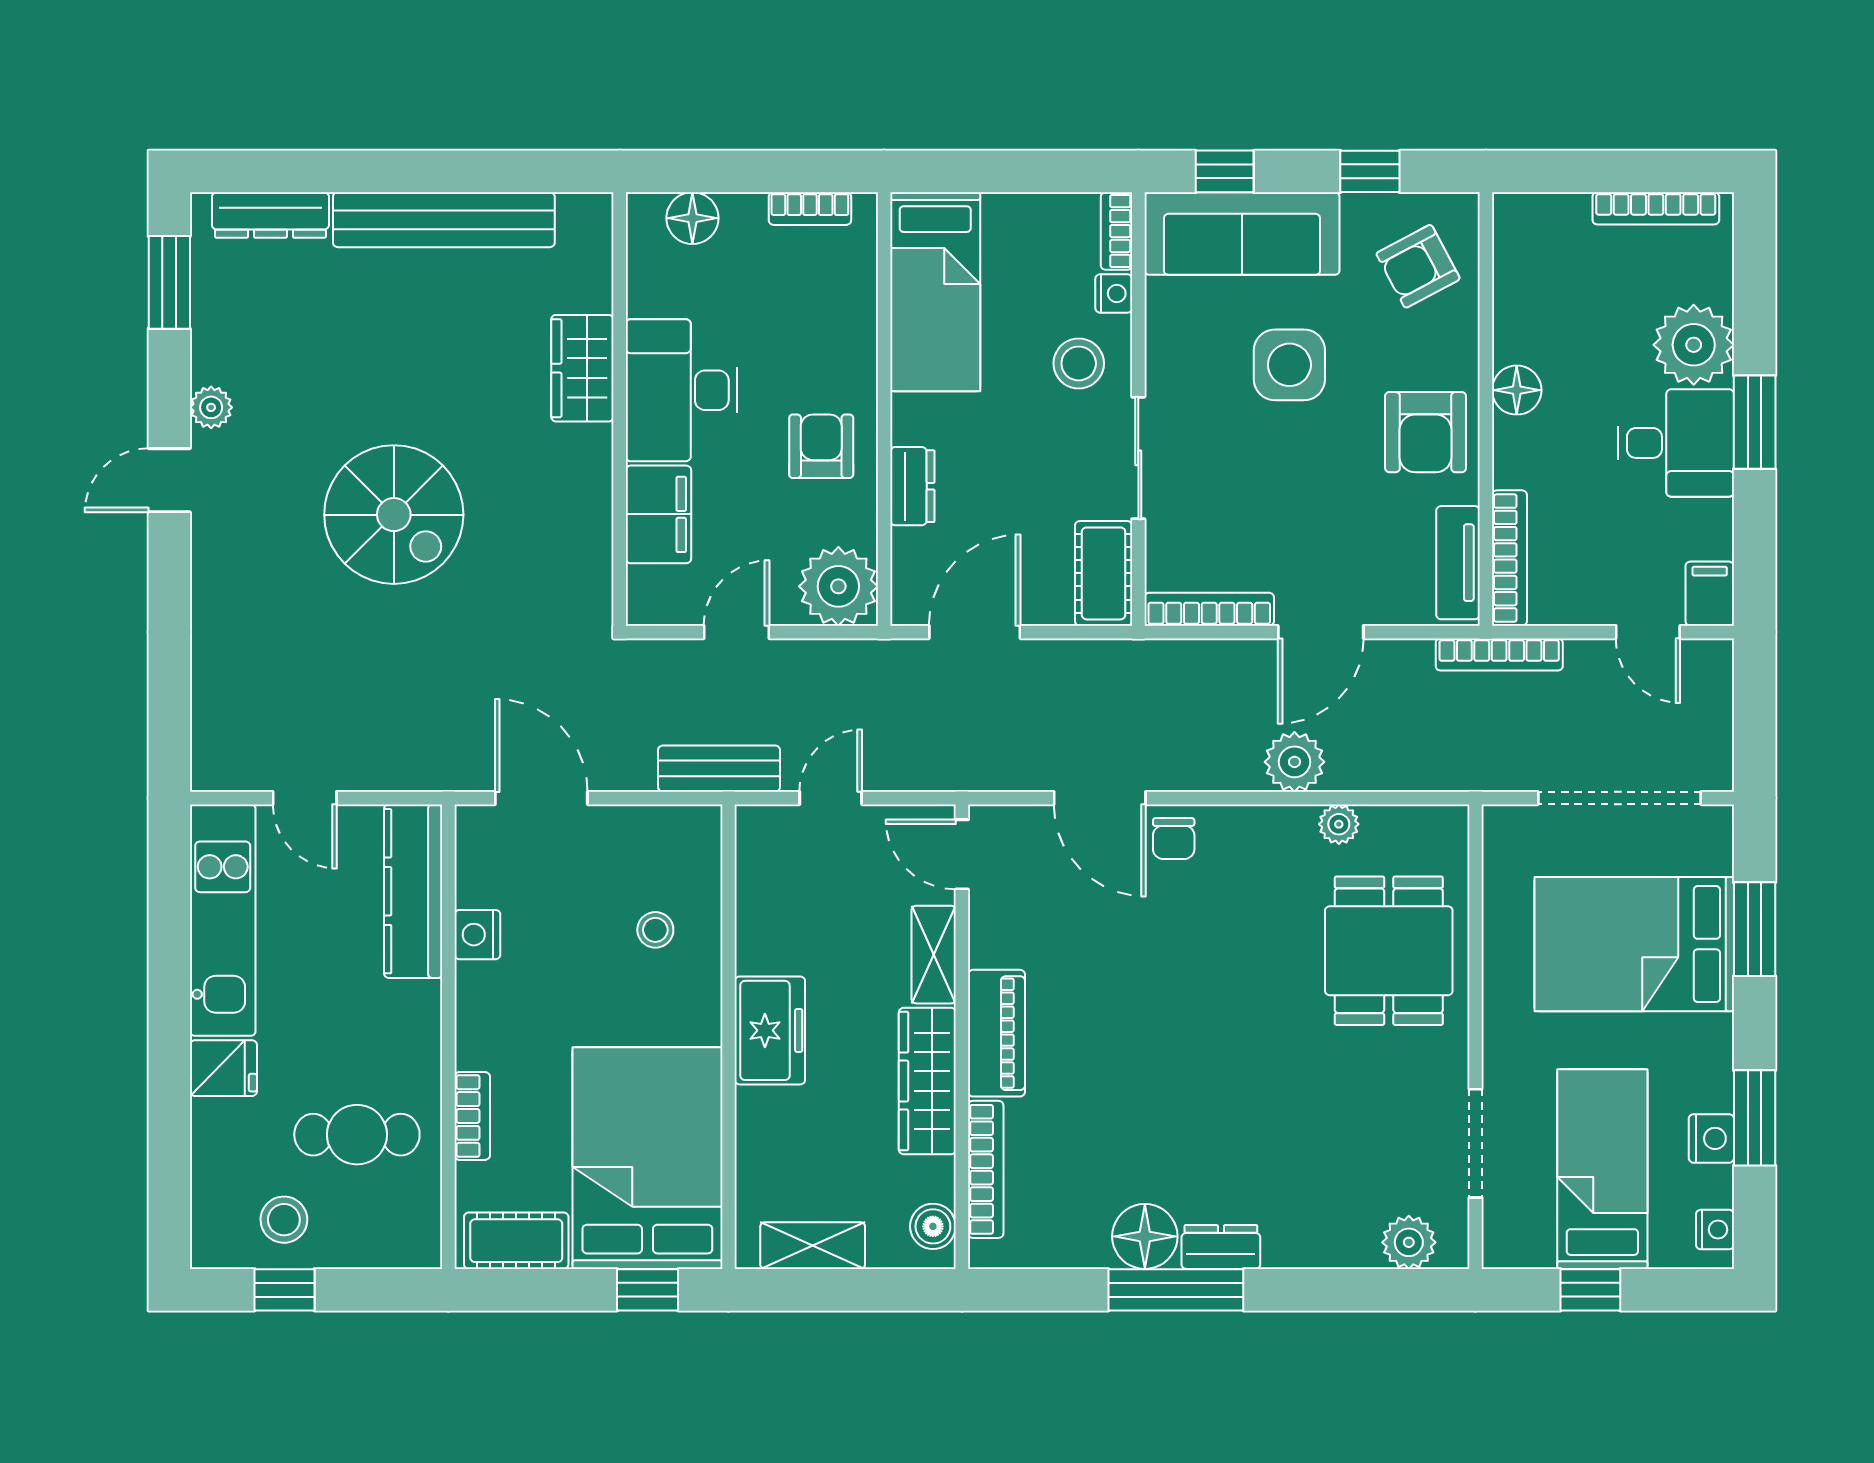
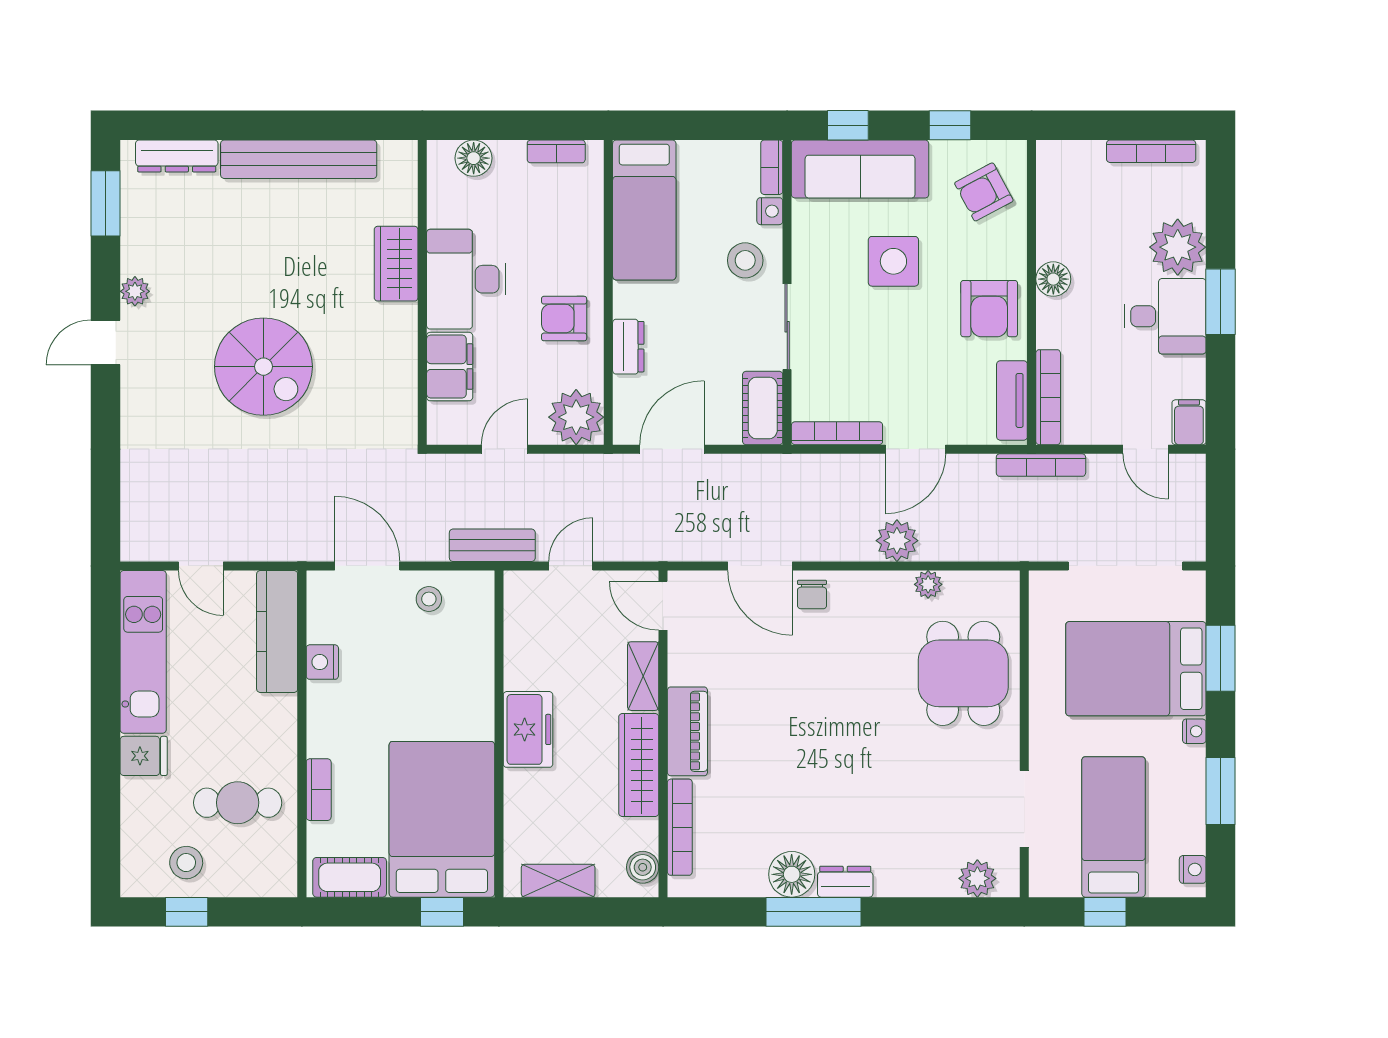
armchair: (821, 446) -> (564, 319), turned -90
stool: (655, 930) -> (429, 599), moved
nightstand: (1711, 1138) -> (1194, 731), moved, width x0.72, depth x0.74

